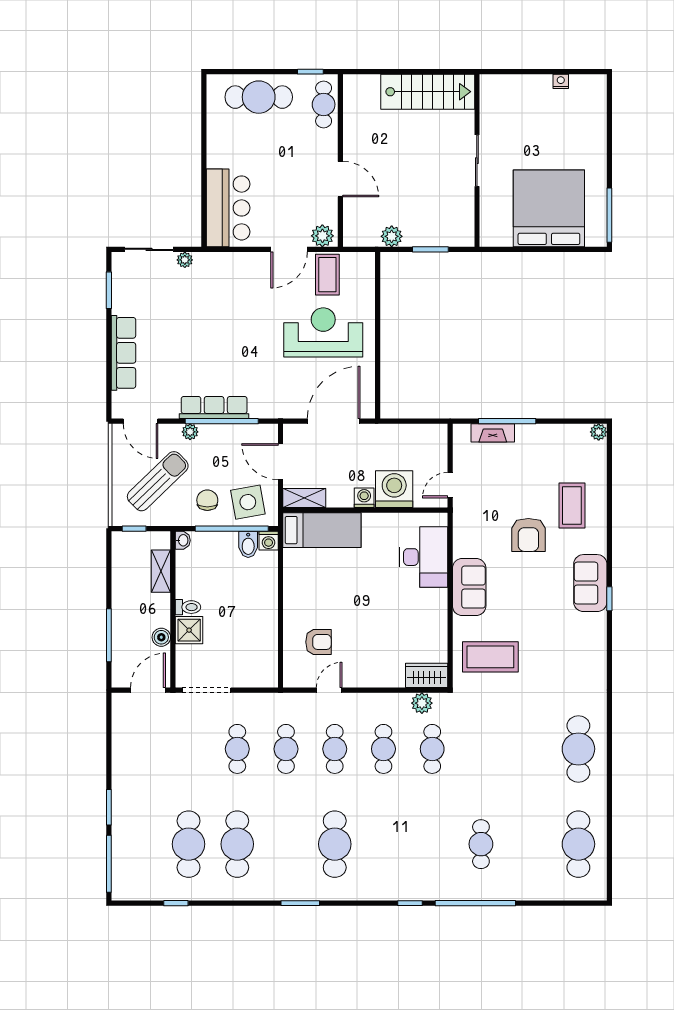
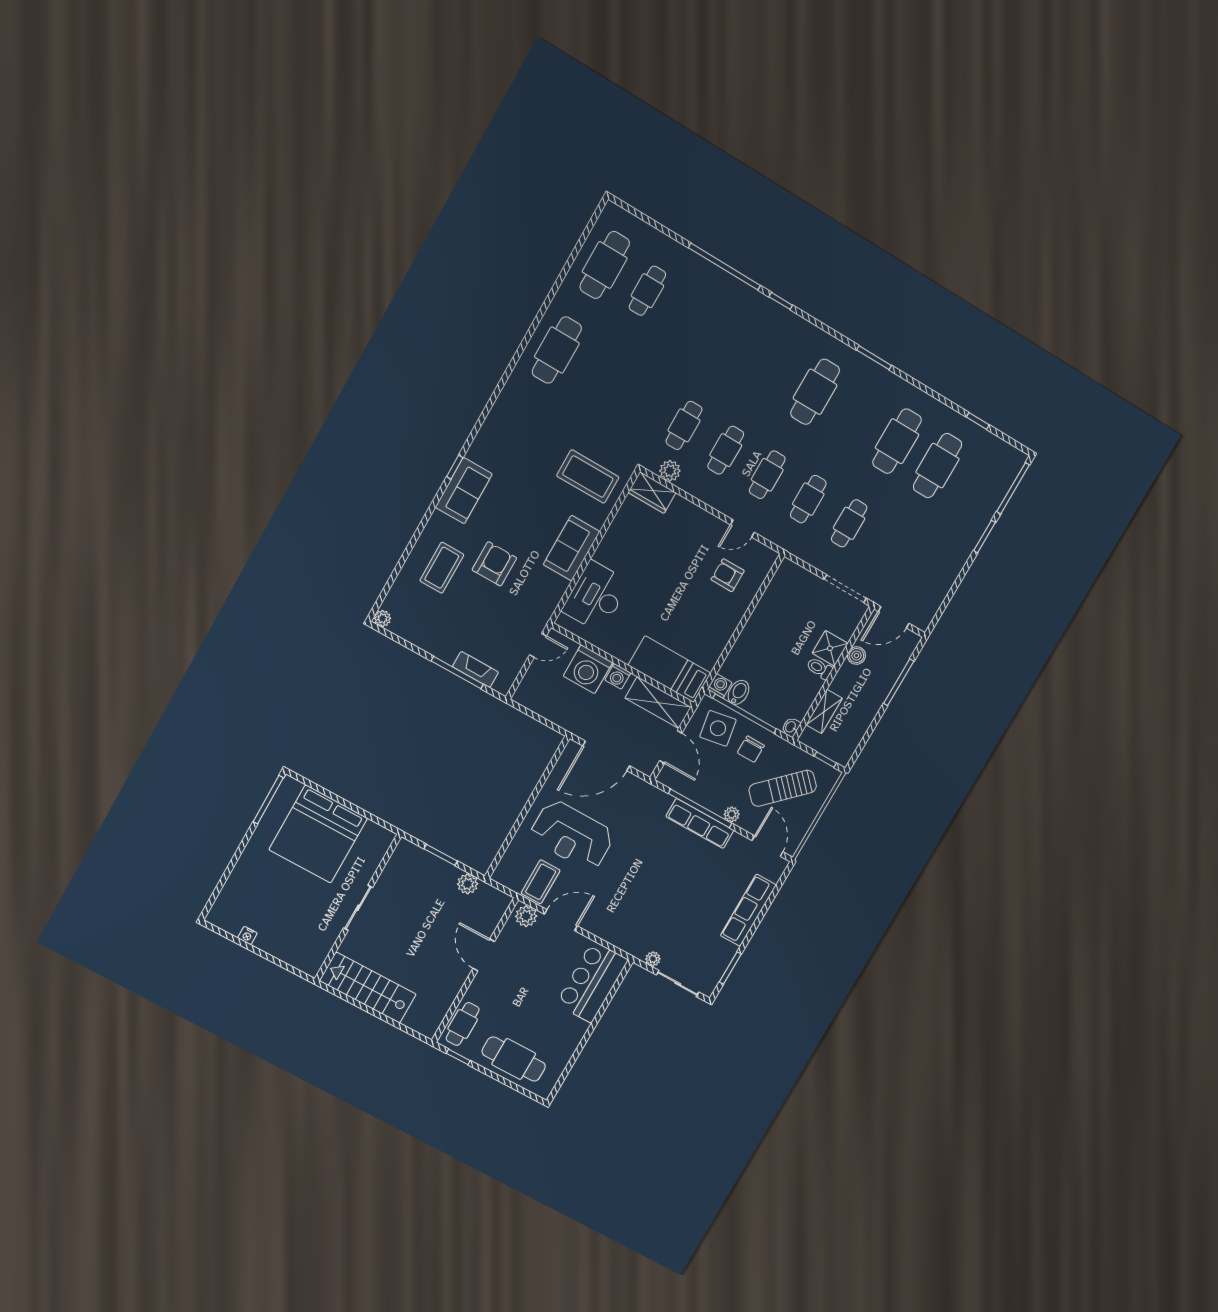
shelving: (304, 498) -> (658, 702), width x1.50, depth x1.33
cafe table: (481, 844) -> (647, 291), moved

